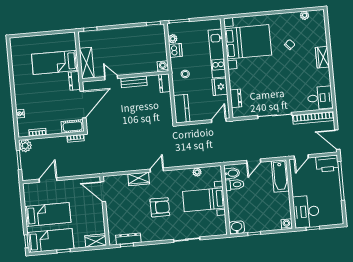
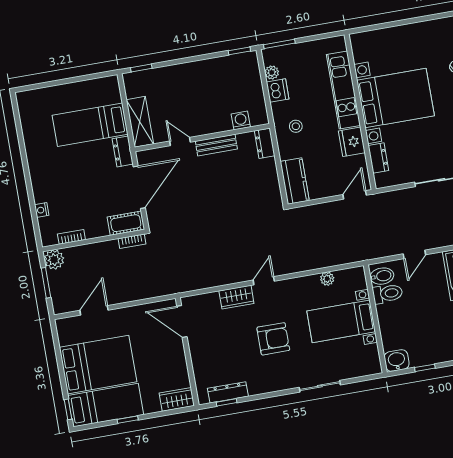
bed with nightstands: (248, 42) -> (396, 98), moved
washing machine: (163, 66) -> (241, 120), moved
bed: (48, 214) -> (98, 365), width x1.50

